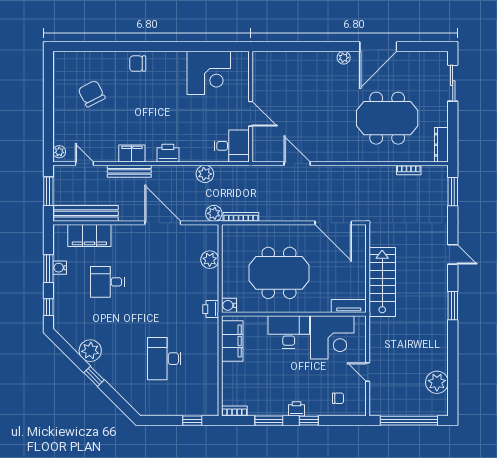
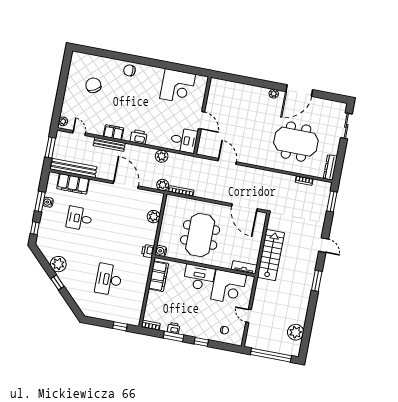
meeting table: (279, 273) -> (200, 235), turned 90
printer: (296, 409) -> (174, 328), moved

